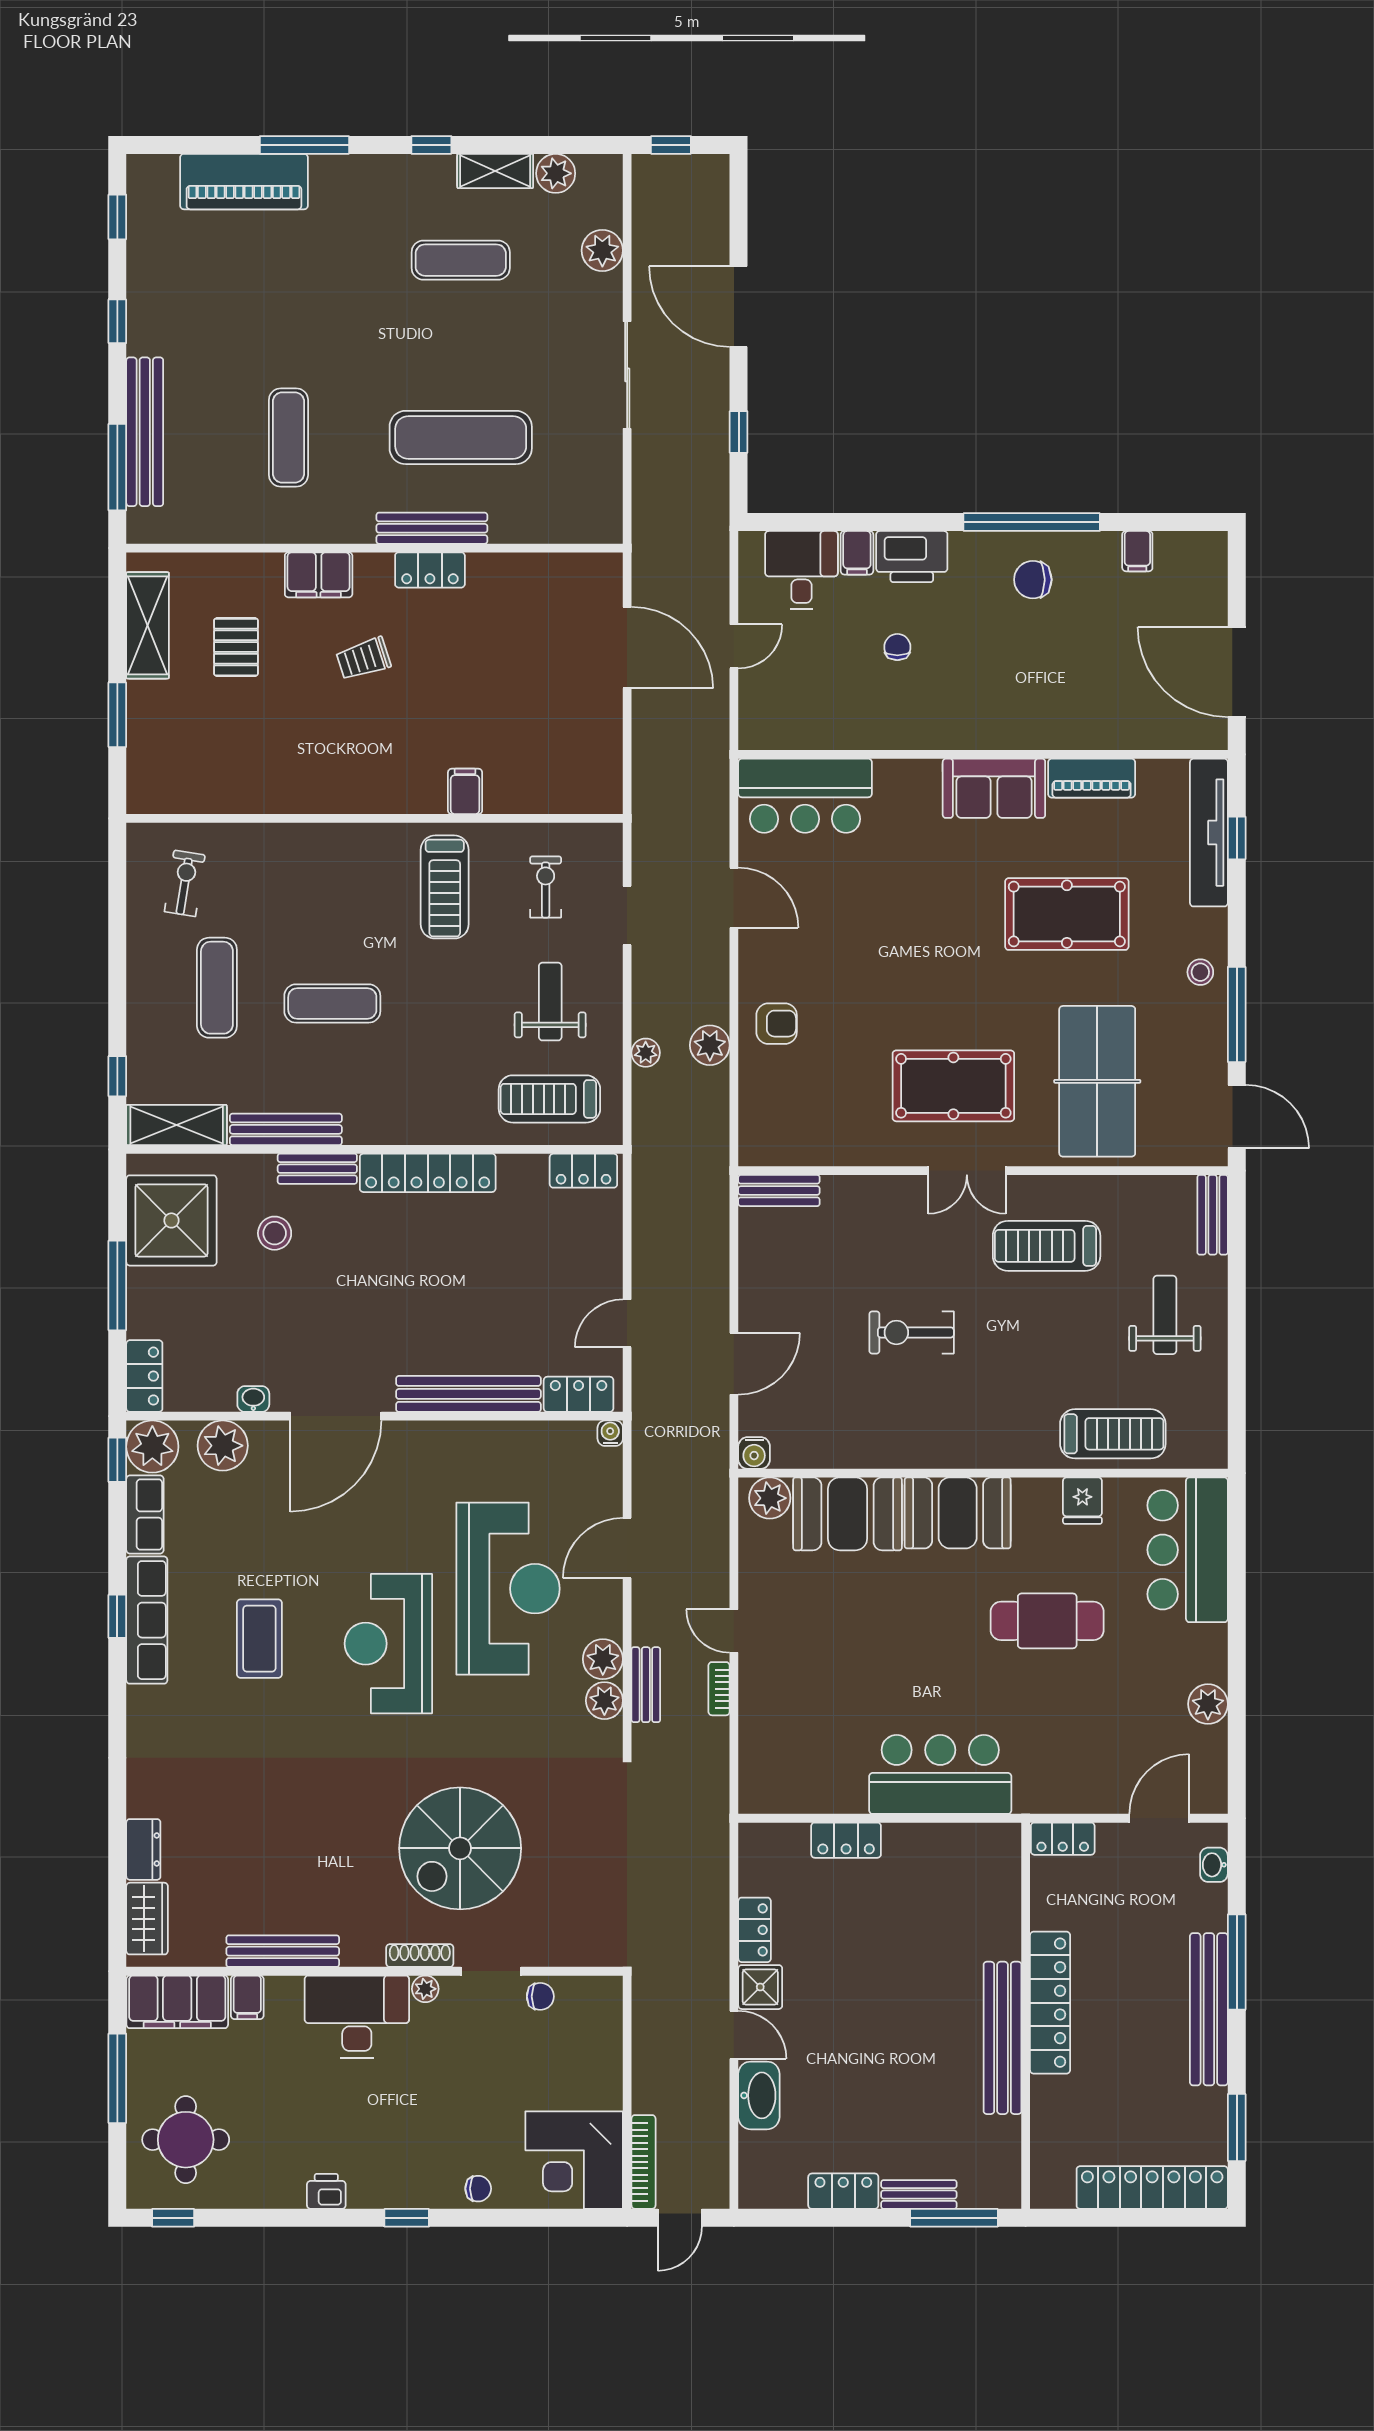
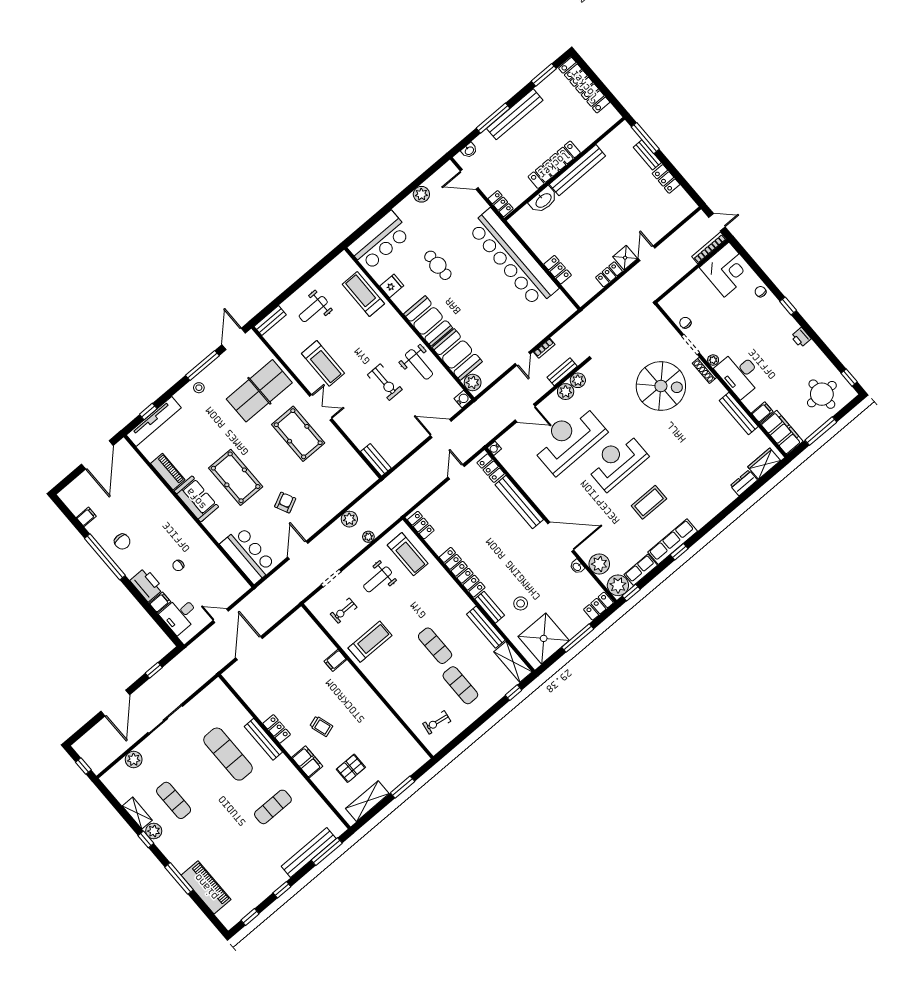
plant: (556, 173) -> (154, 831), moved
pool table: (1067, 914) -> (236, 477), moved
exercise mat: (217, 988) -> (460, 685), turned 90
armchair: (777, 1024) -> (285, 503), moved, turned 64
door: (627, 1323) -> (456, 472), swing flipped
weight bench: (890, 1426) -> (419, 364), added
cafe table: (1047, 1621) -> (438, 265), width x0.73, depth x0.74
reception desk: (388, 1644) -> (617, 461), turned 180
bar counter: (940, 1774) -> (513, 258), width x1.86
washbasin: (759, 2095) -> (543, 200), moved, turned 180

